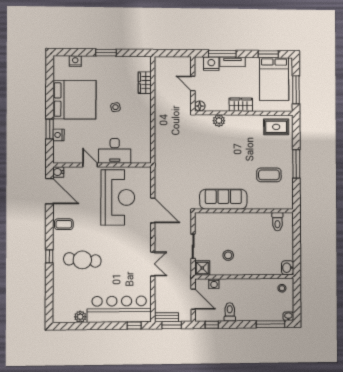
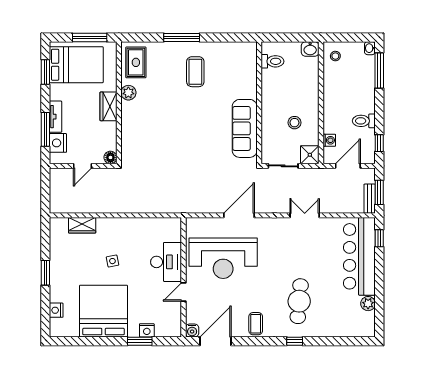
plant: (219, 121) -> (128, 93), moved
reception desk: (118, 197) -> (223, 258), turned 180
sofa: (223, 199) -> (245, 128), moved
wall: (244, 211) -> (259, 103), moved
toilet: (277, 222) -> (272, 61), moved

